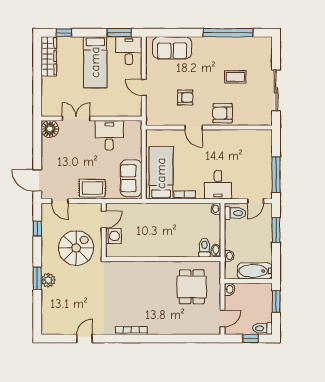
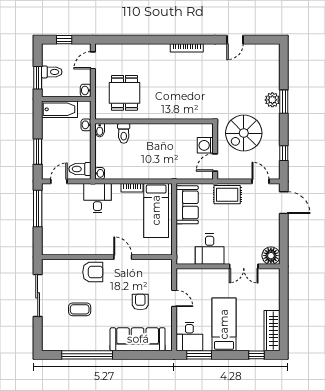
sofa: (172, 48) -> (138, 339), width x1.36
armchair: (185, 97) -> (140, 302), moved, turned 90
toilet: (205, 248) -> (124, 133), moved
toilet: (262, 328) -> (52, 72), moved

